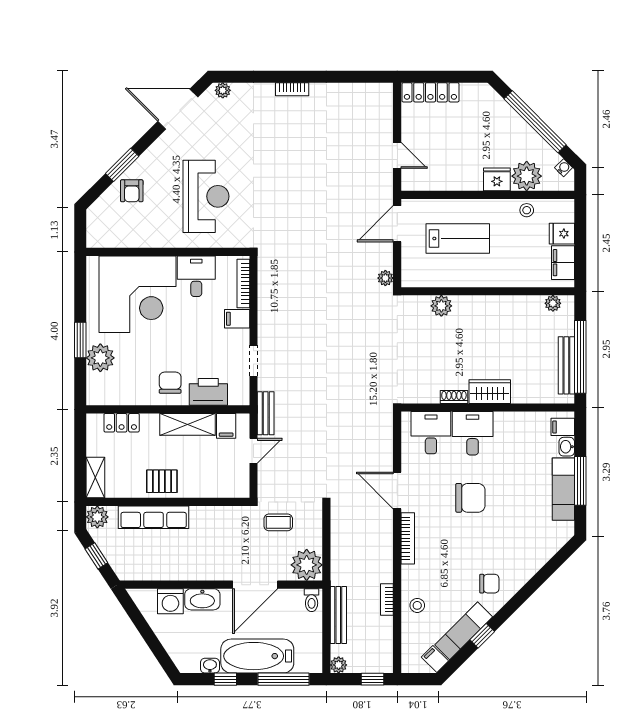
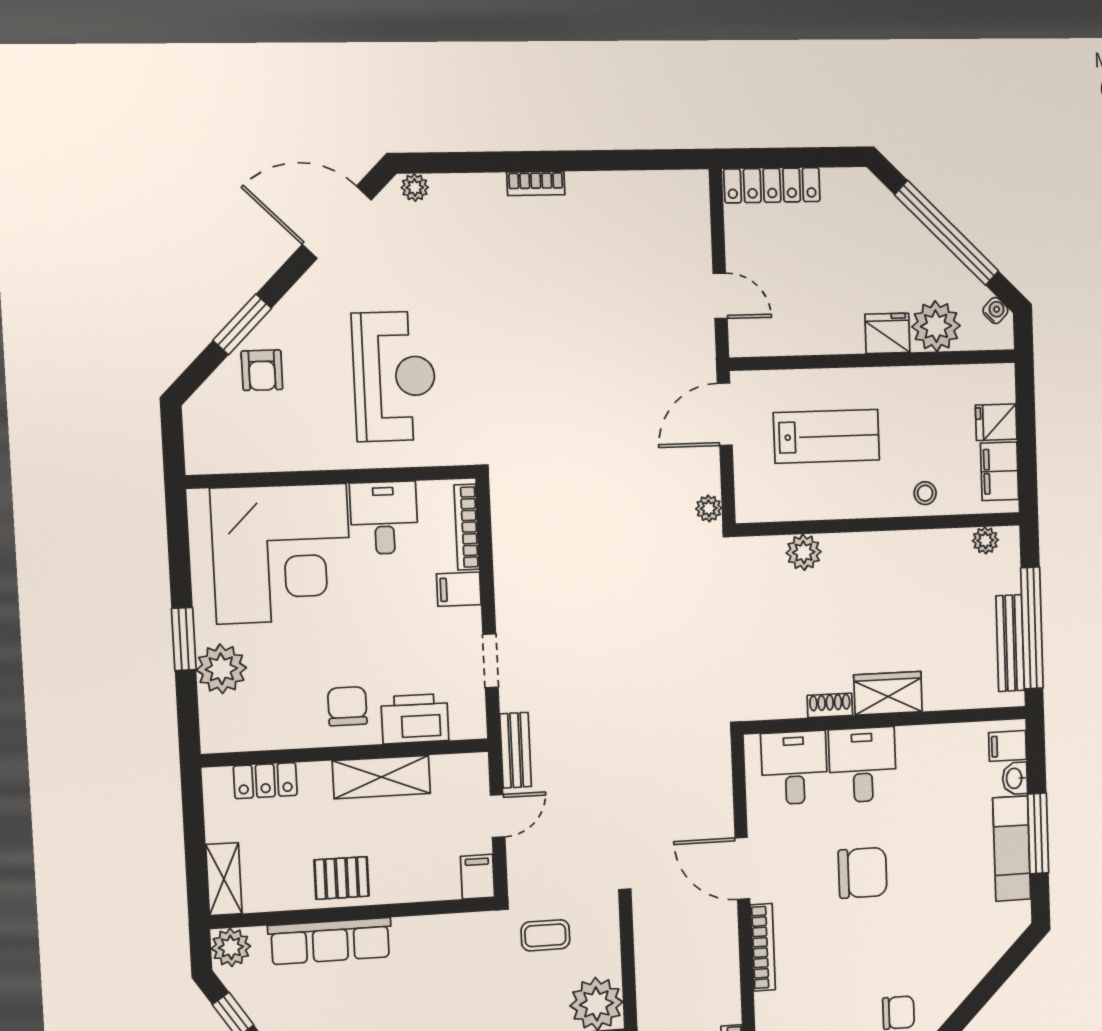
stool: (527, 210) -> (925, 493), moved
filing cabinet: (226, 426) -> (477, 877), moved, turned 180

